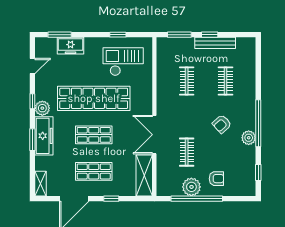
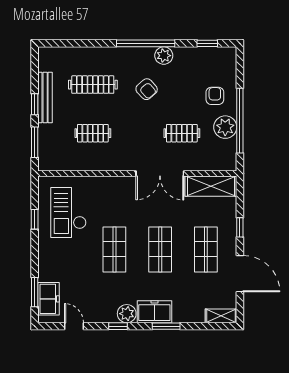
freezer: (70, 46) -> (49, 299), moved
clothes rail: (225, 81) -> (93, 85), width x1.36
shop shelf: (94, 98) -> (114, 249), width x0.50, depth x0.74
freezer: (44, 136) -> (154, 312), width x0.71

